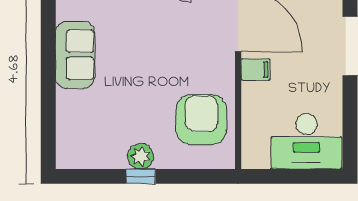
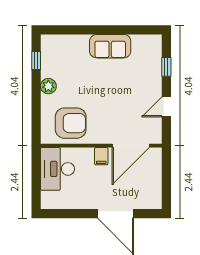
desk: (306, 141) -> (57, 169), moved
window: (141, 176) -> (36, 60), moved

